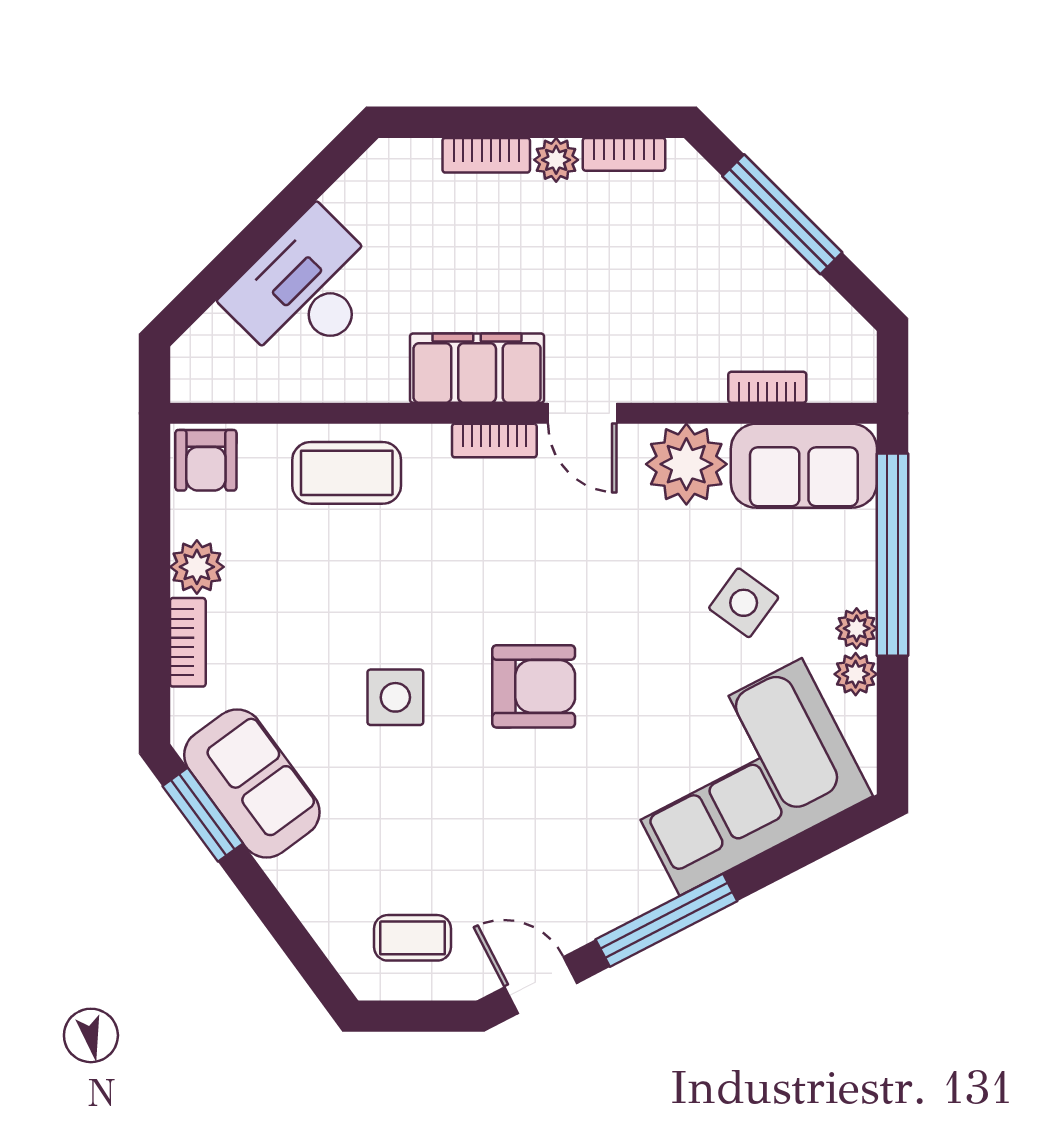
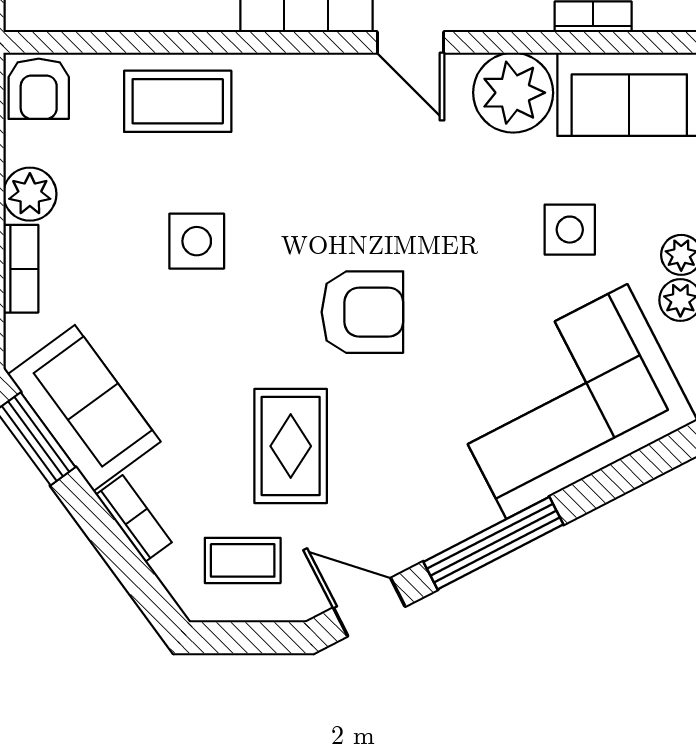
bookcase: (494, 441) -> (134, 518), moved, turned -126
side table: (744, 603) -> (570, 230), turned -36
side table: (395, 697) -> (197, 241), moved
rug: (461, 822) -> (291, 446), added

